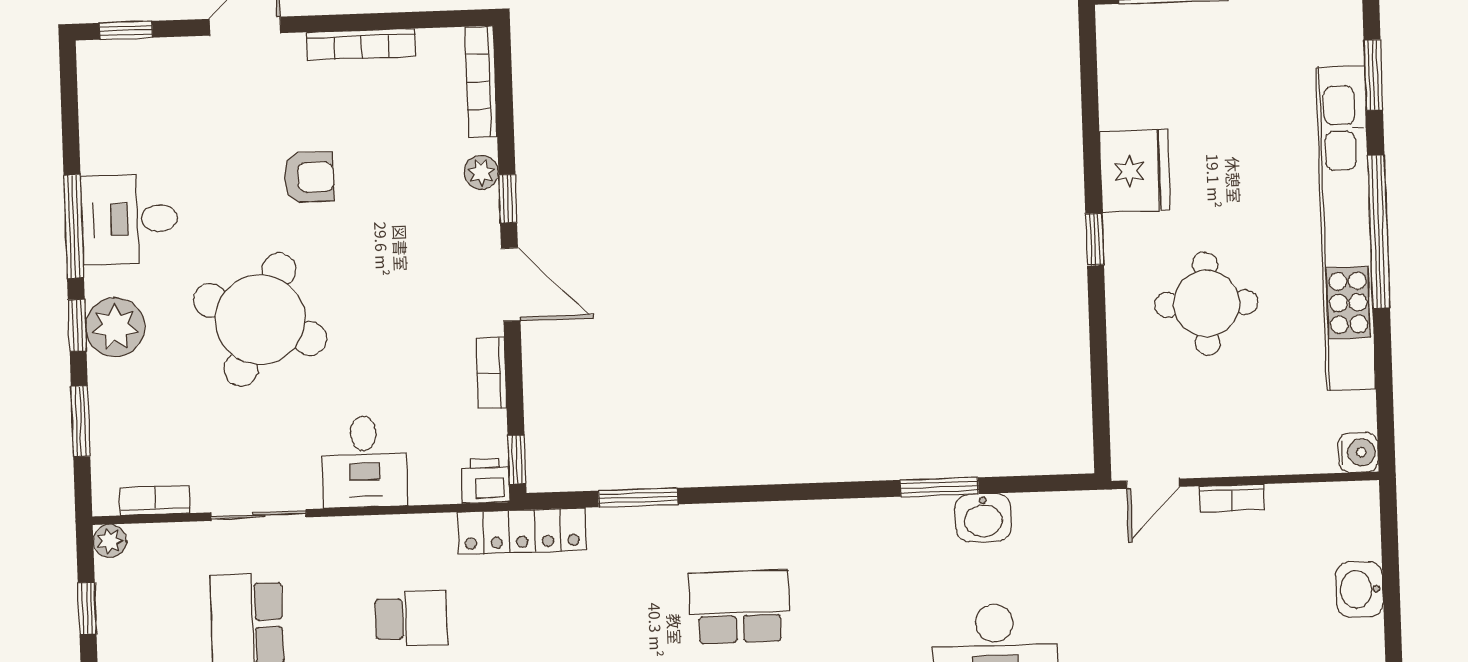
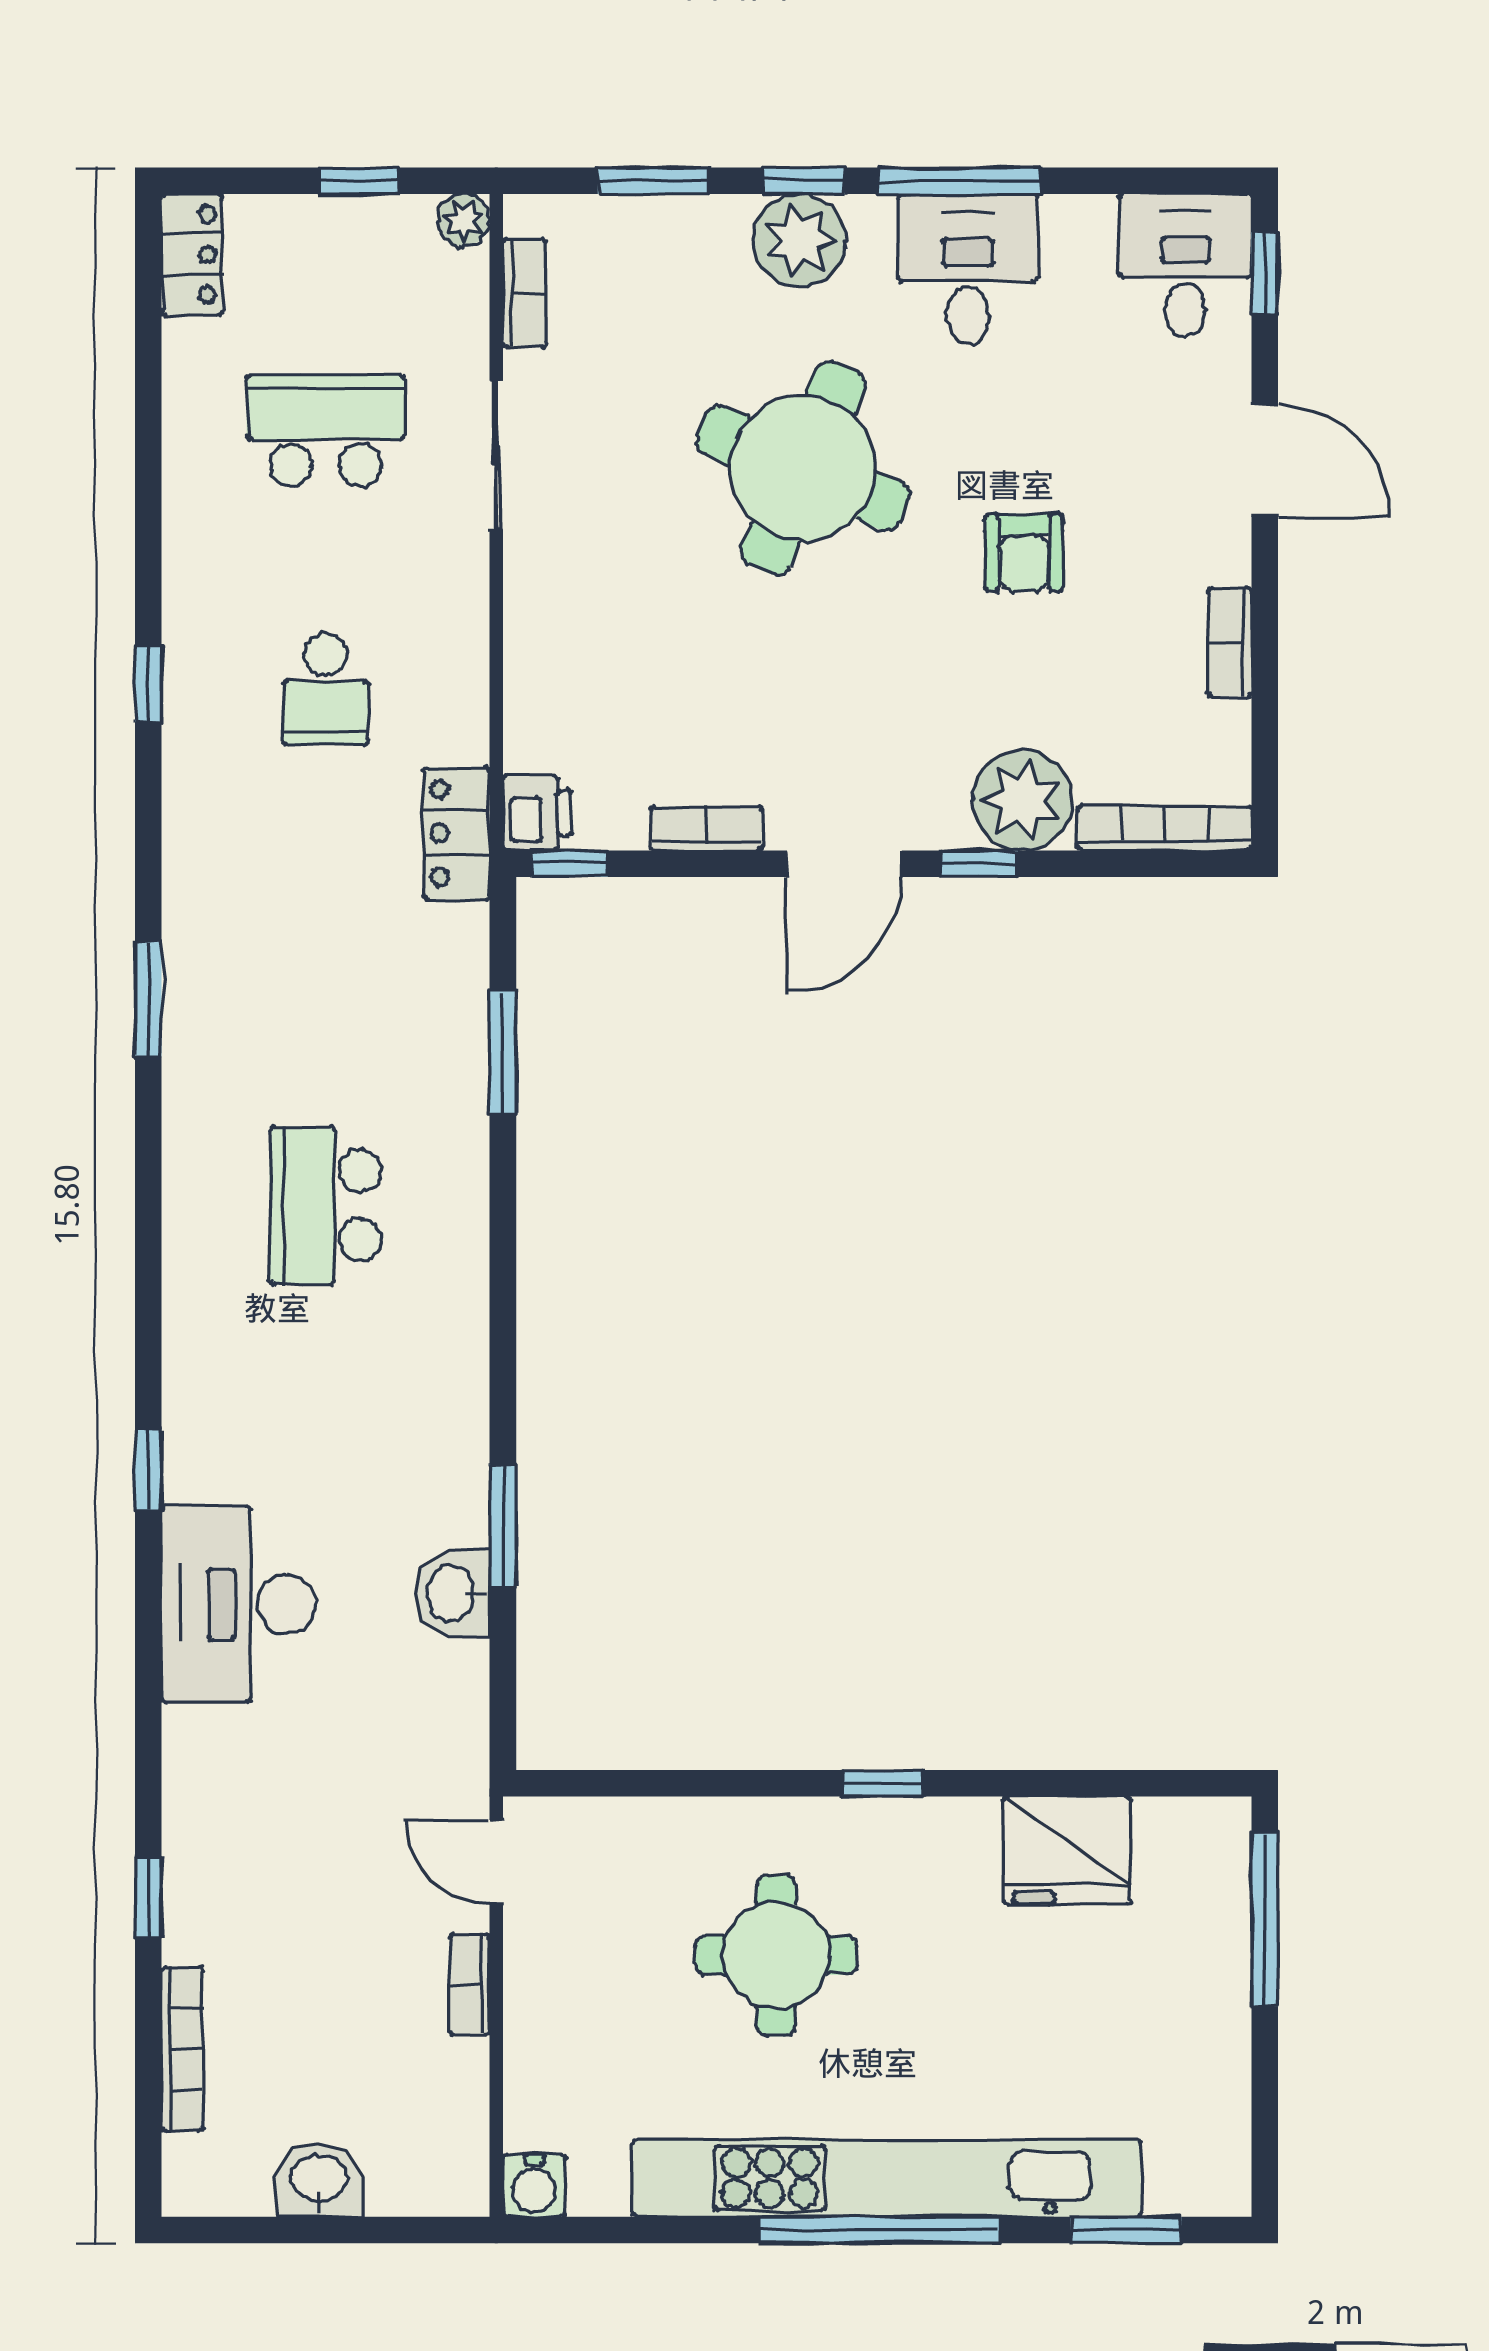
bookcase: (361, 44) -> (1230, 642), width x0.64
fridge: (1135, 171) -> (1067, 1850), moved
plant: (481, 172) -> (1022, 800), width x1.88, depth x1.88
desk: (364, 461) -> (1185, 265), moved, turned 90
locker: (522, 531) -> (456, 833), width x0.66
school desk: (739, 607) -> (326, 1205), turned 180

